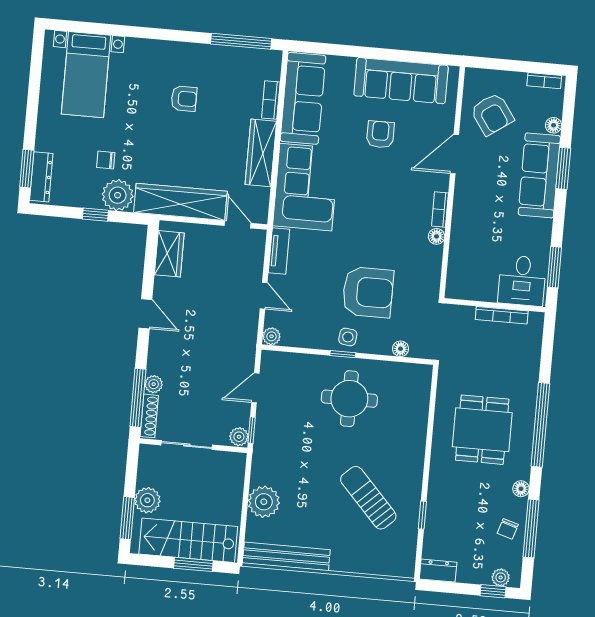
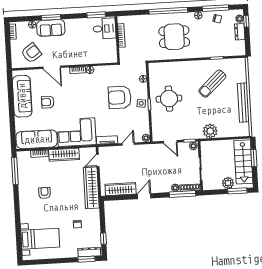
sofa: (539, 175) -> (51, 28), width x0.73
plant: (118, 195) -> (92, 216), removed
window: (95, 215) -> (103, 239), moved
wardrobe: (169, 254) -> (121, 189), width x1.50
armchair: (368, 292) -> (120, 97), turned -90
plant: (264, 502) -> (210, 131), moved
bench: (286, 556) -> (243, 103), moved
dresser: (438, 571) -> (240, 32), moved

